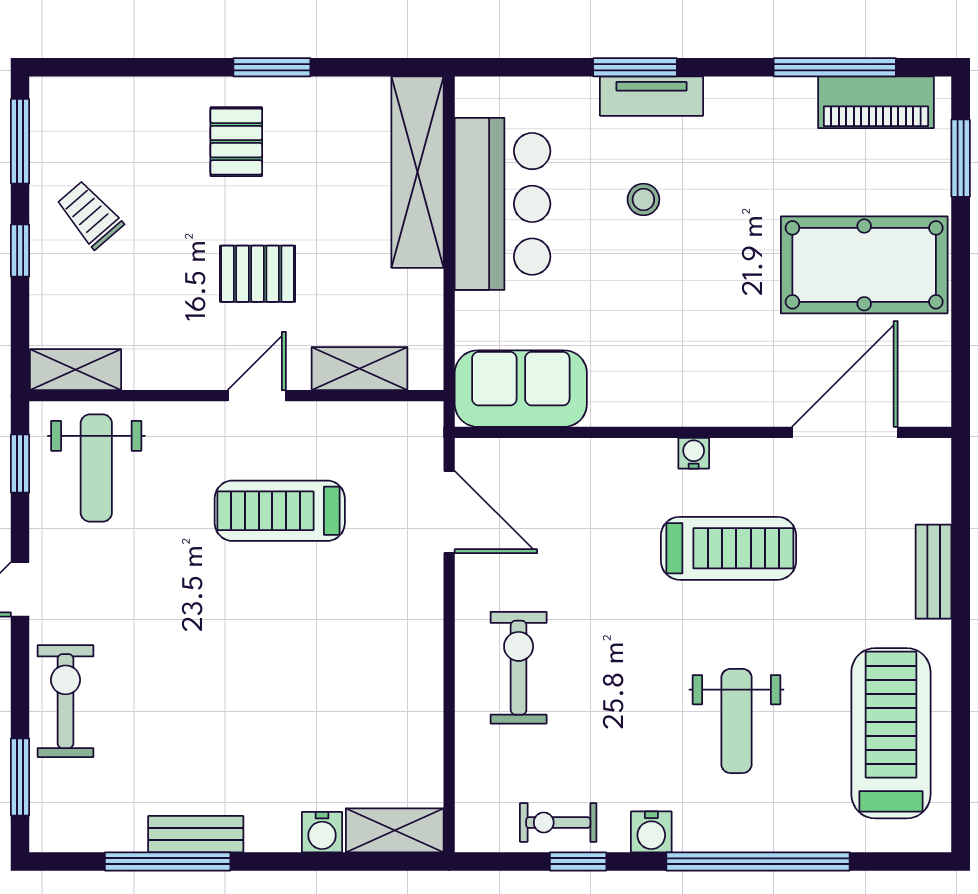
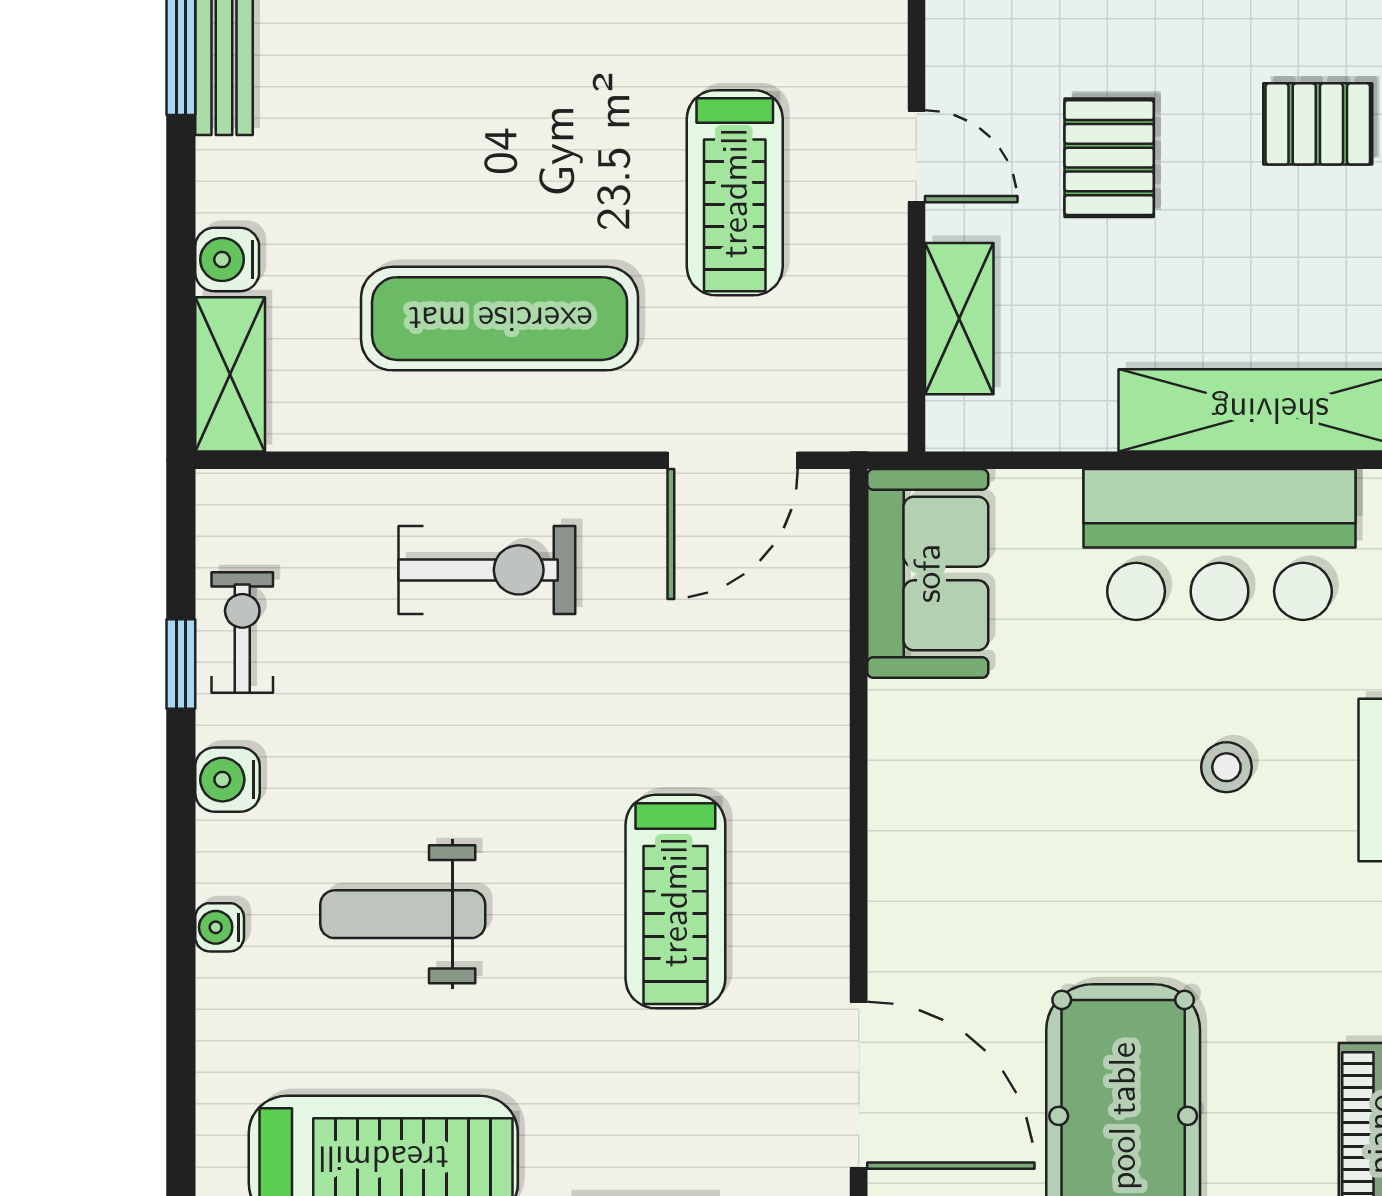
water cooler: (694, 453) -> (220, 927), moved, turned 180
treadmill: (280, 511) -> (735, 193), turned 180
exercise mat: (359, 660) -> (500, 319), added
window: (758, 861) -> (181, 948), removed

